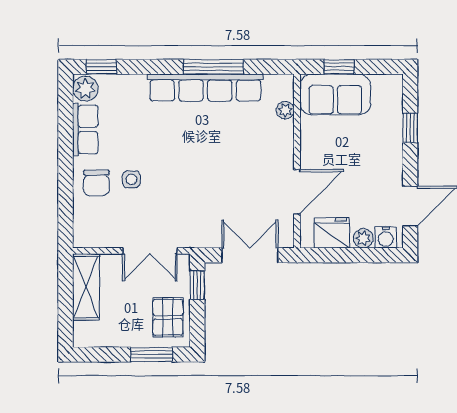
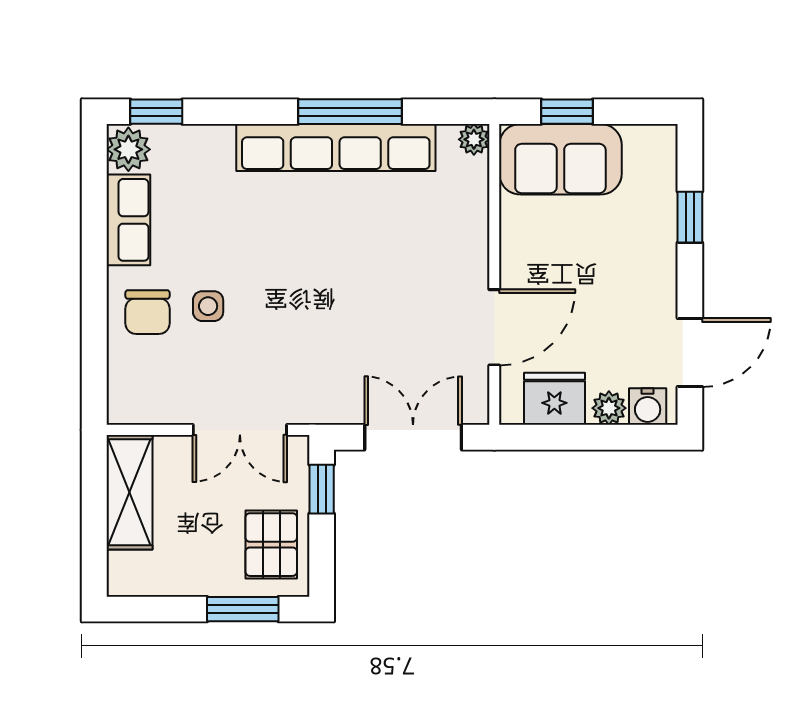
plant: (285, 110) -> (474, 139), moved

